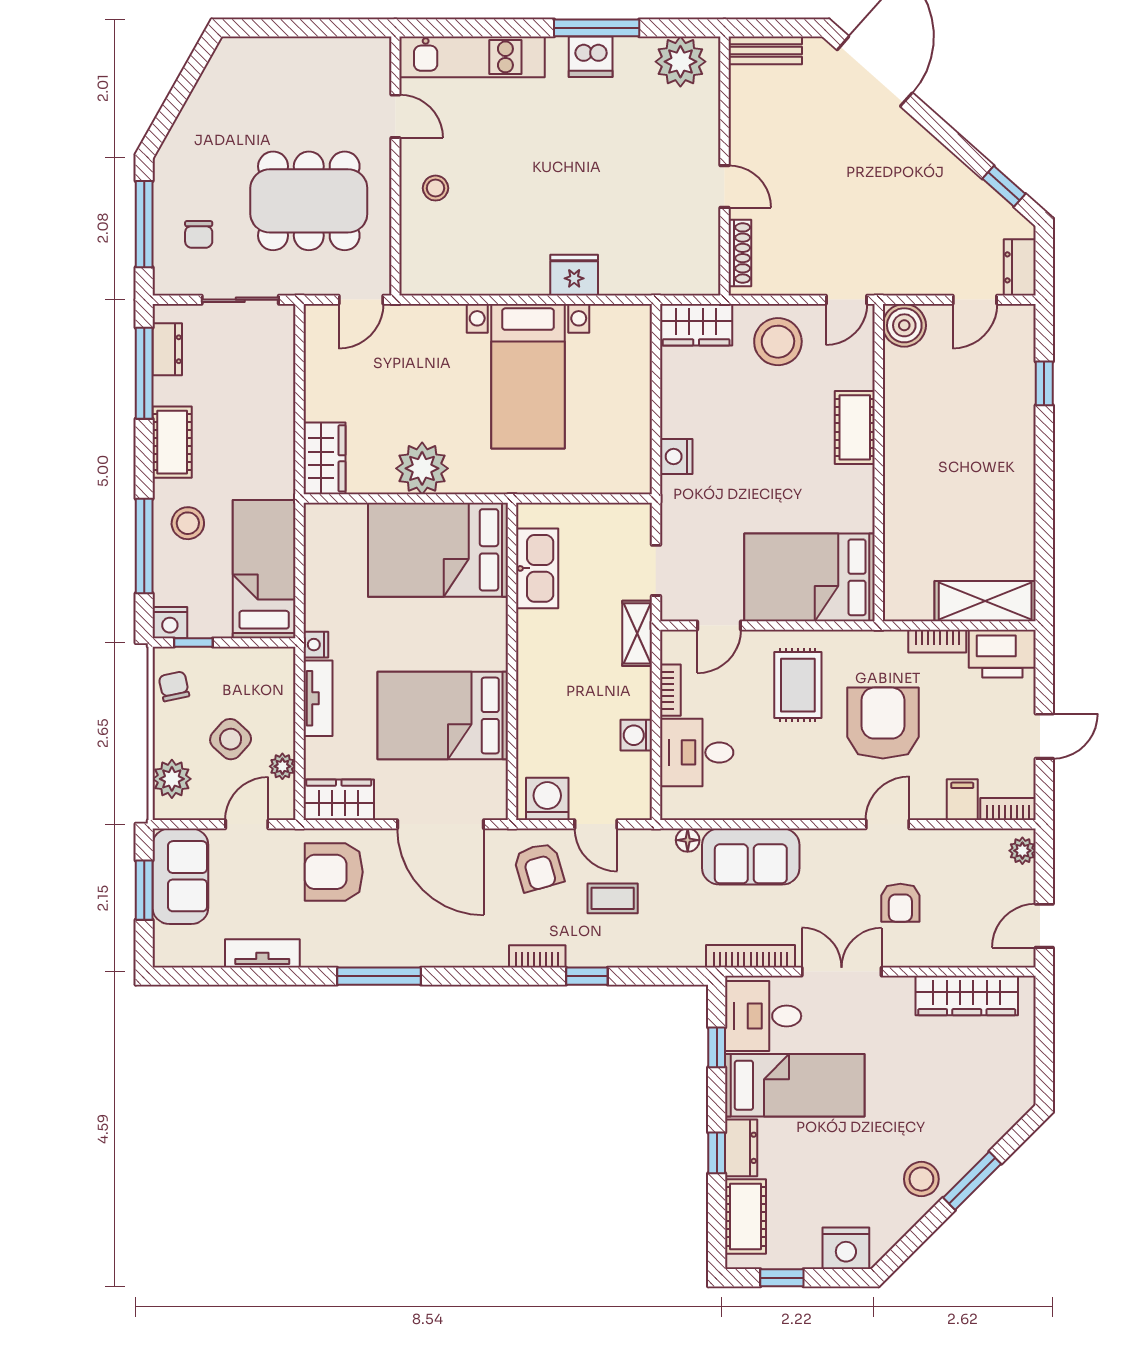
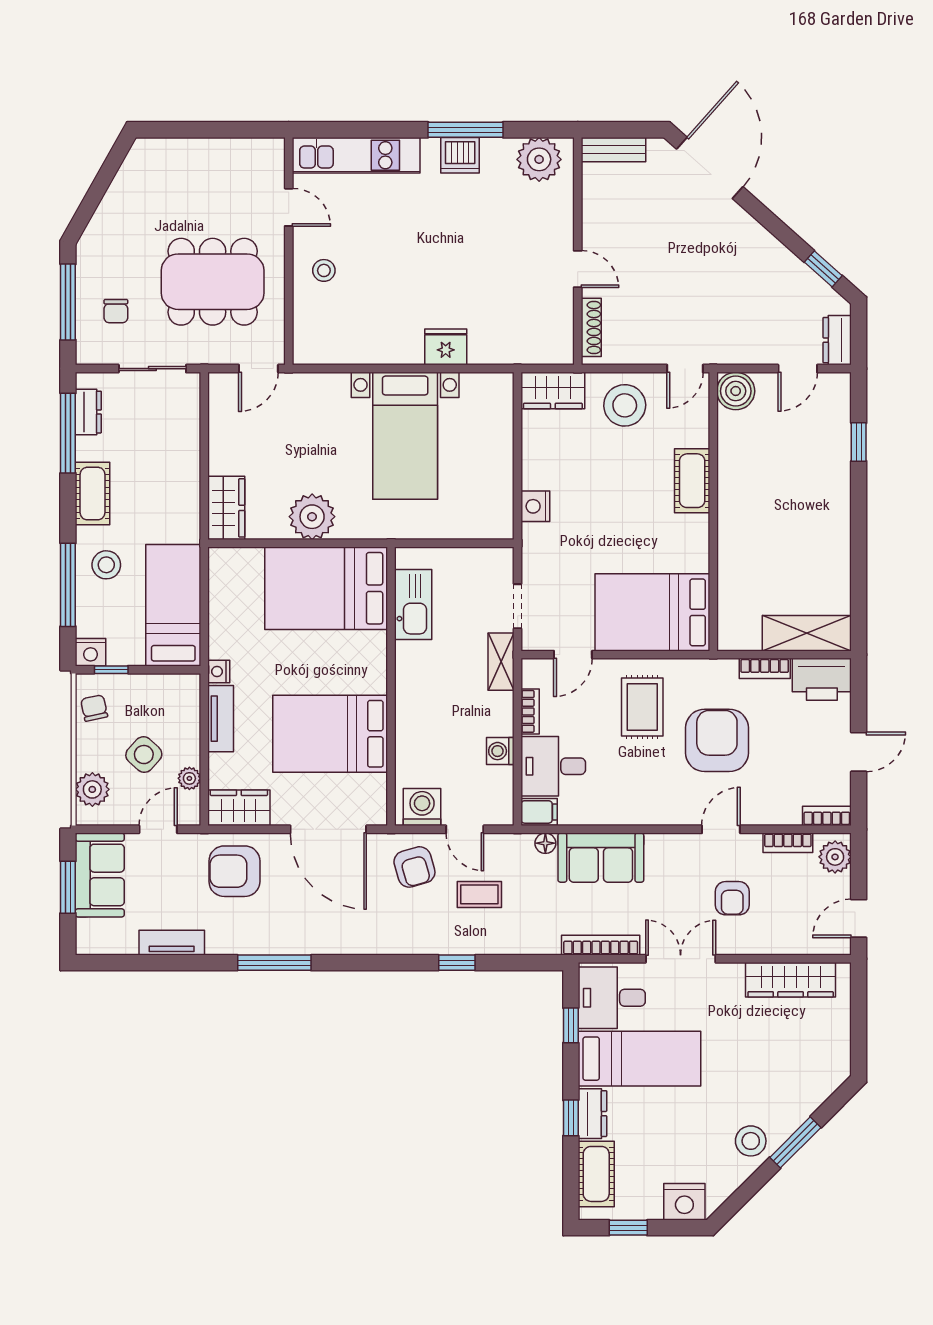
filing cabinet: (962, 800) -> (539, 812), moved, turned 90
plant: (1022, 851) -> (835, 857), width x1.38, depth x1.38
bookcase: (537, 956) -> (788, 843), moved, turned 180

